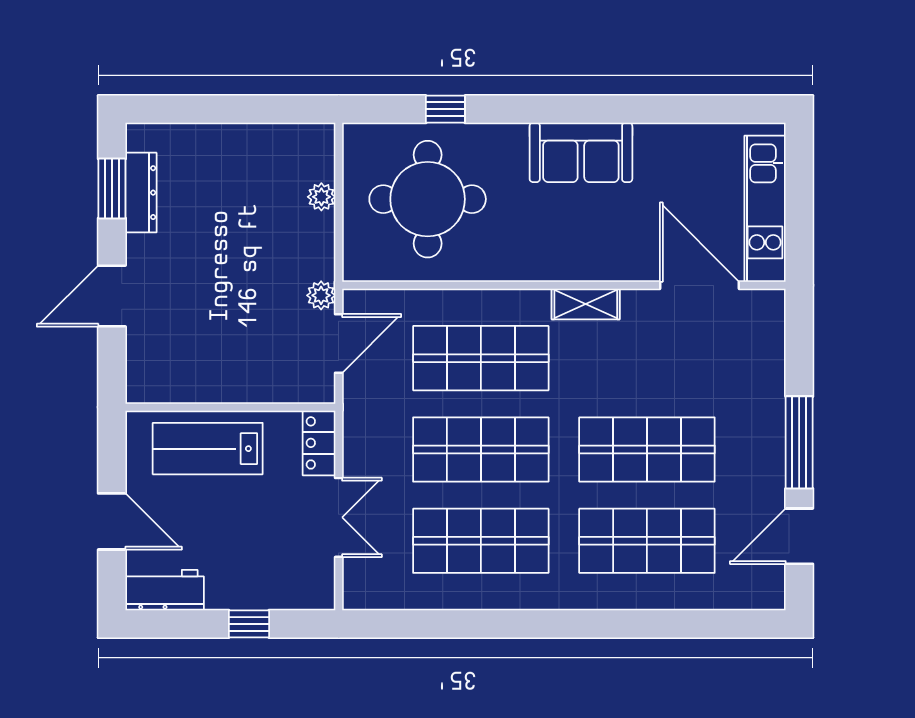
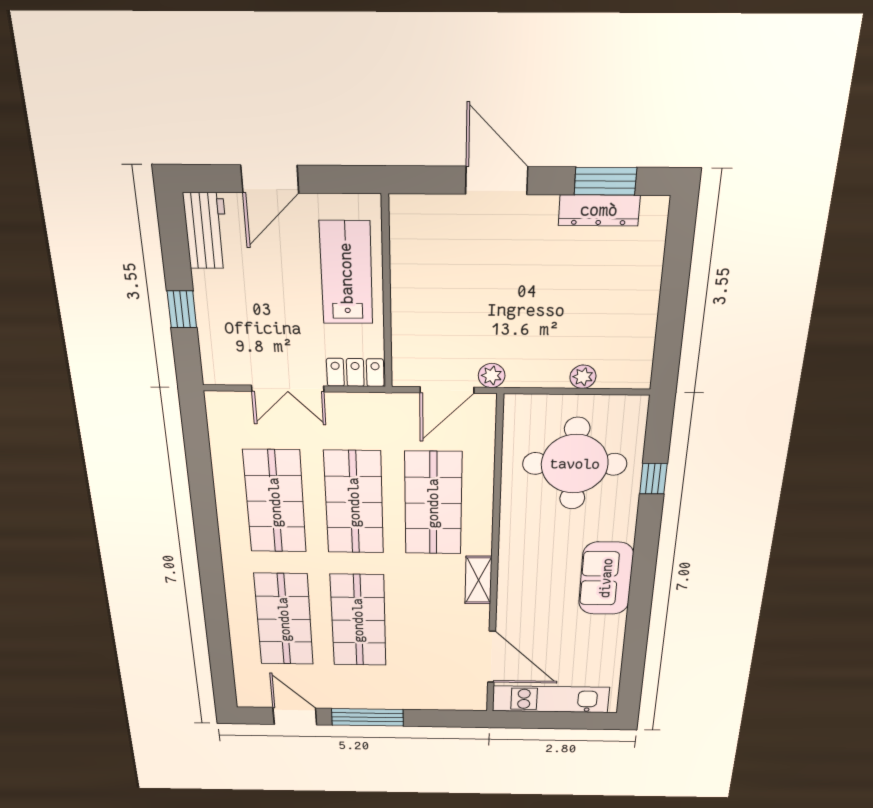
door: (699, 285) -> (492, 657), hinge flipped
door: (339, 344) -> (447, 390), hinge flipped

